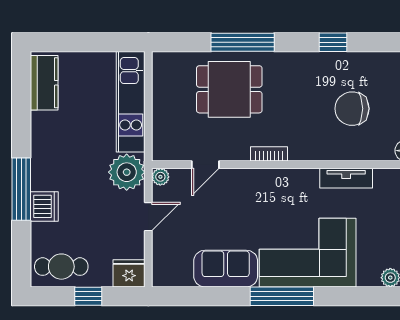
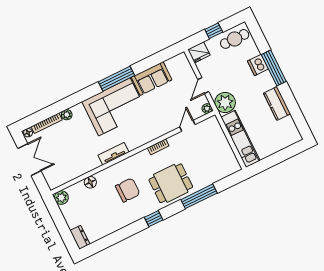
kitchen counter: (44, 83) -> (277, 103), moved
dining table: (229, 89) -> (171, 183), moved

